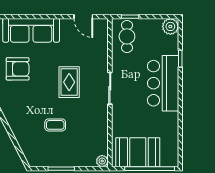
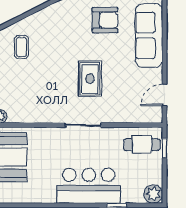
armchair: (18, 69) -> (105, 20), turned -90
rug: (69, 82) -> (90, 79), turned 90
coffee table: (55, 125) -> (21, 47), moved

